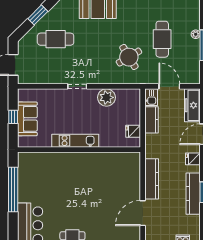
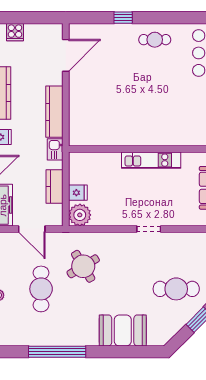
plant: (106, 97) -> (80, 215), moved
kitchen sink: (151, 97) -> (55, 149), moved
fridge: (133, 131) -> (78, 193), moved
door: (143, 213) -> (66, 55), moved

